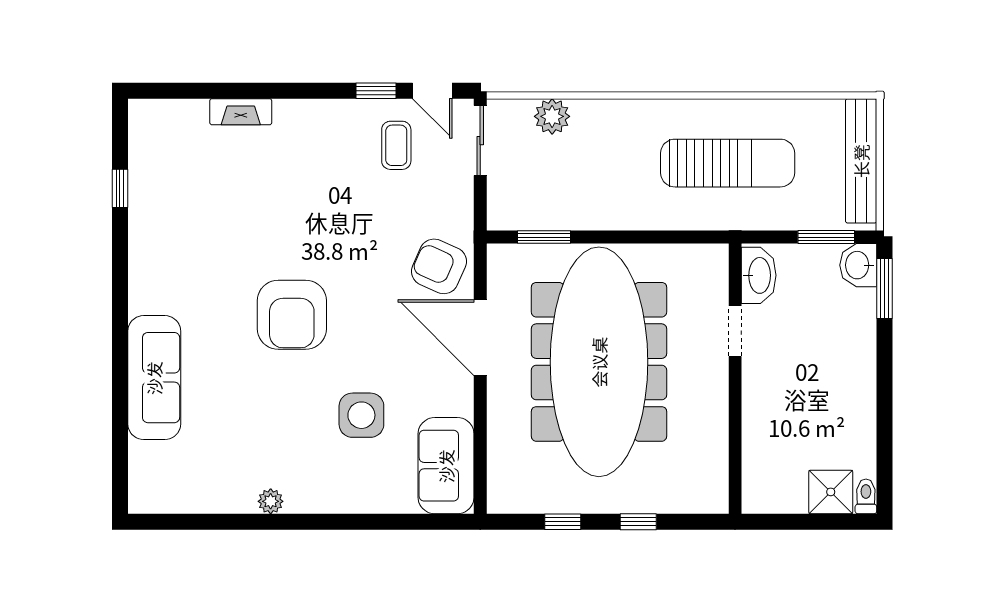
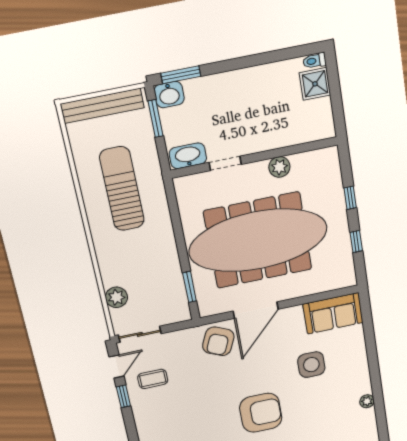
plant: (712, 416) -> (279, 167), added

